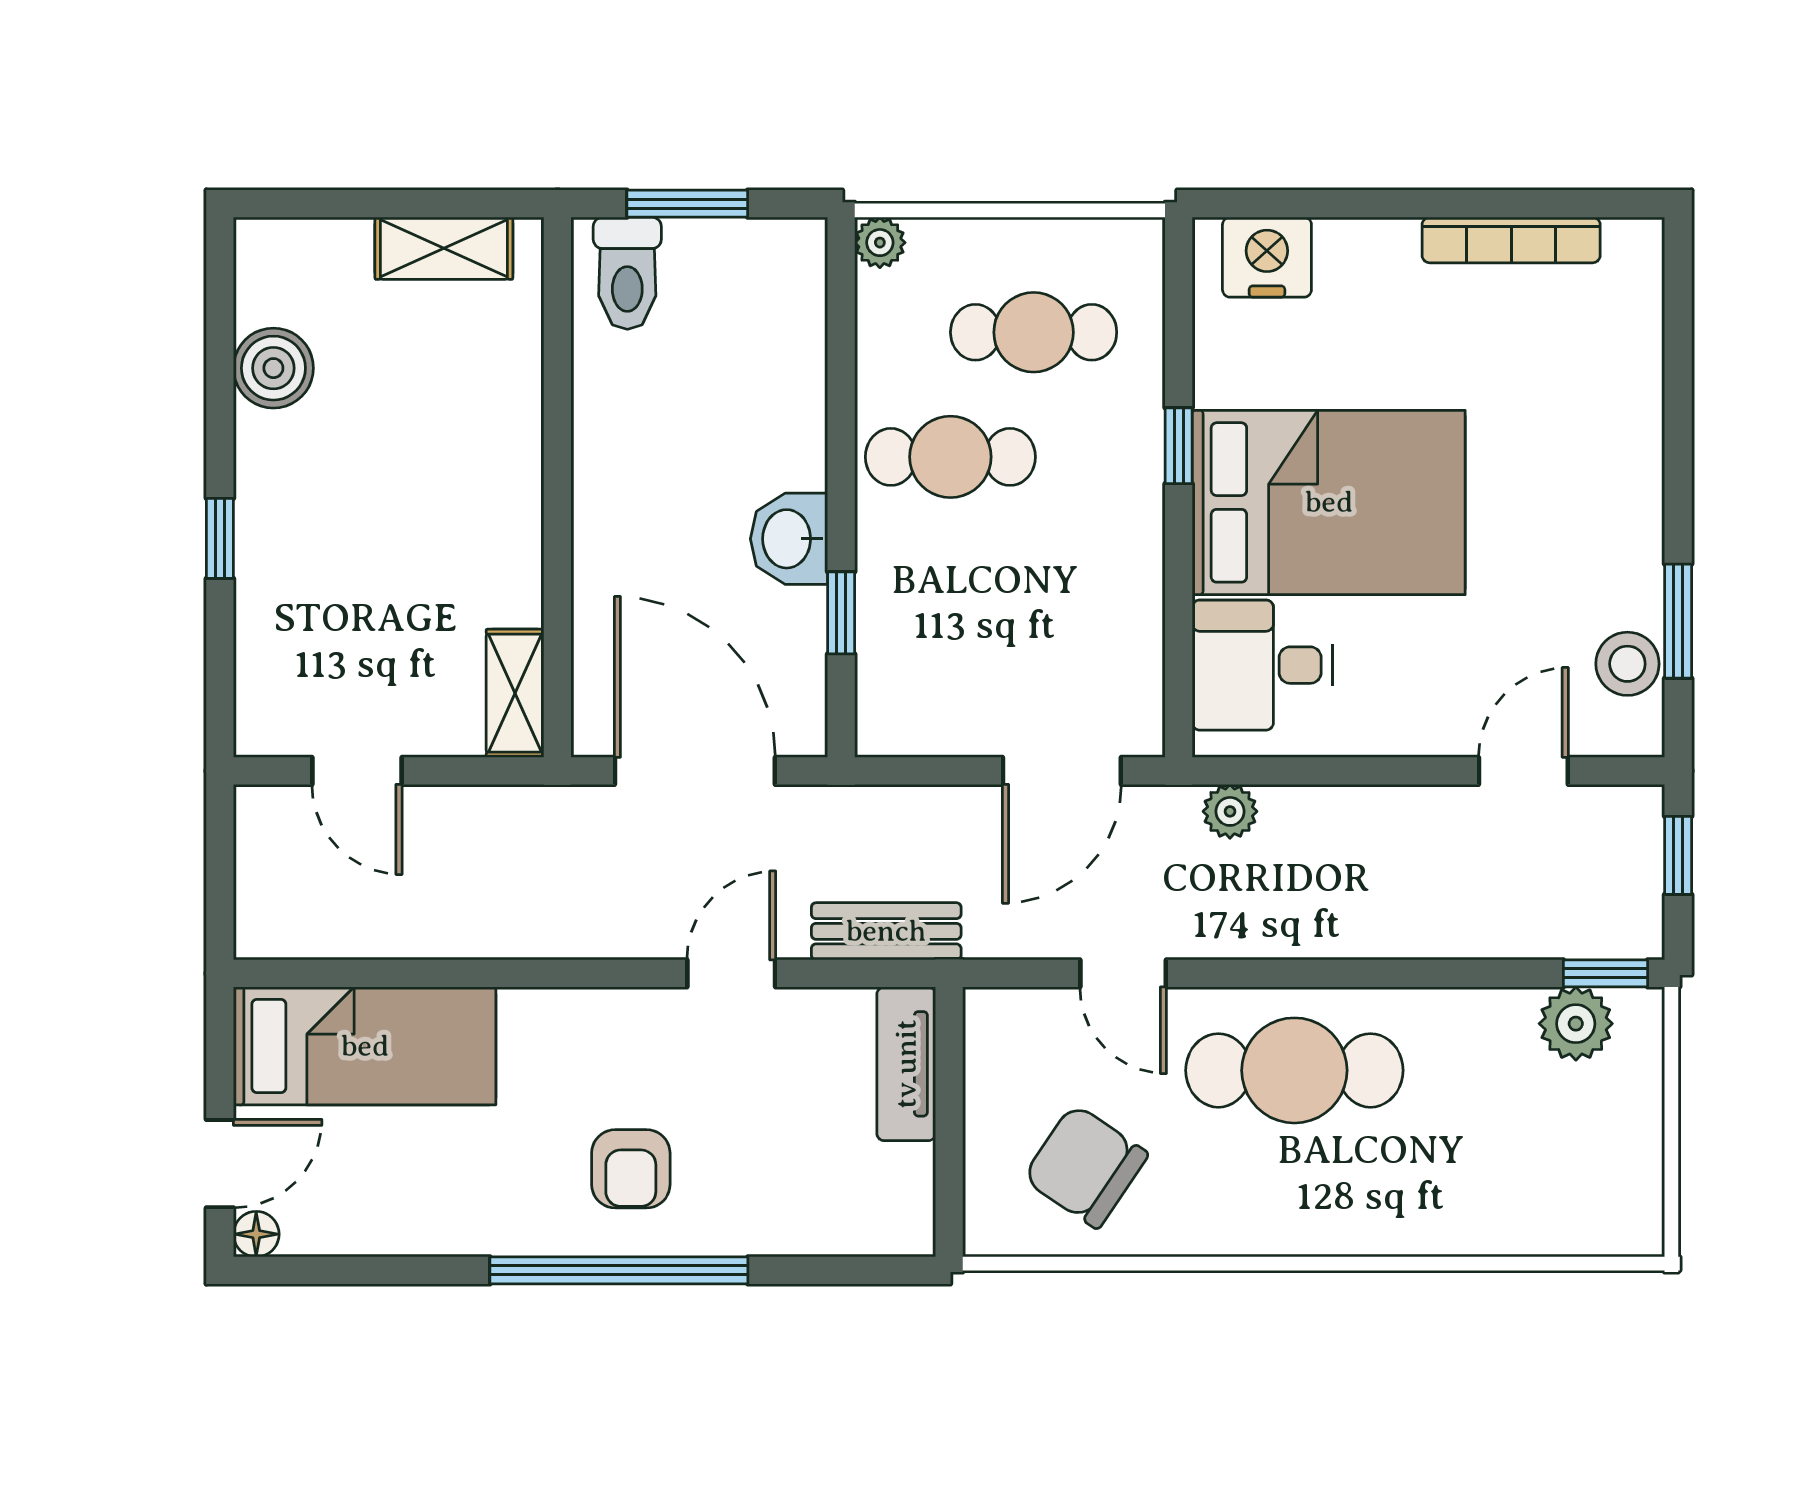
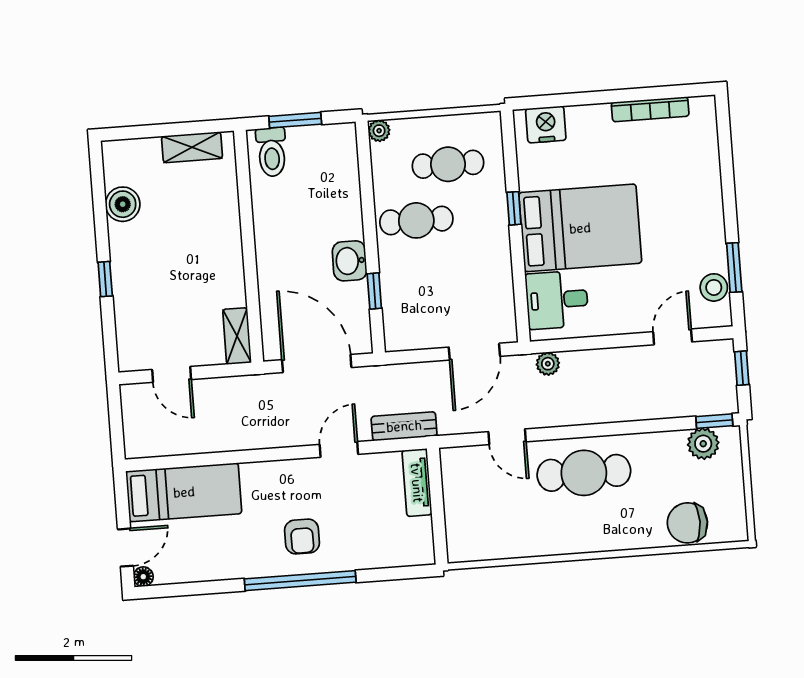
chair: (1085, 1166) -> (687, 523), moved, turned -34

